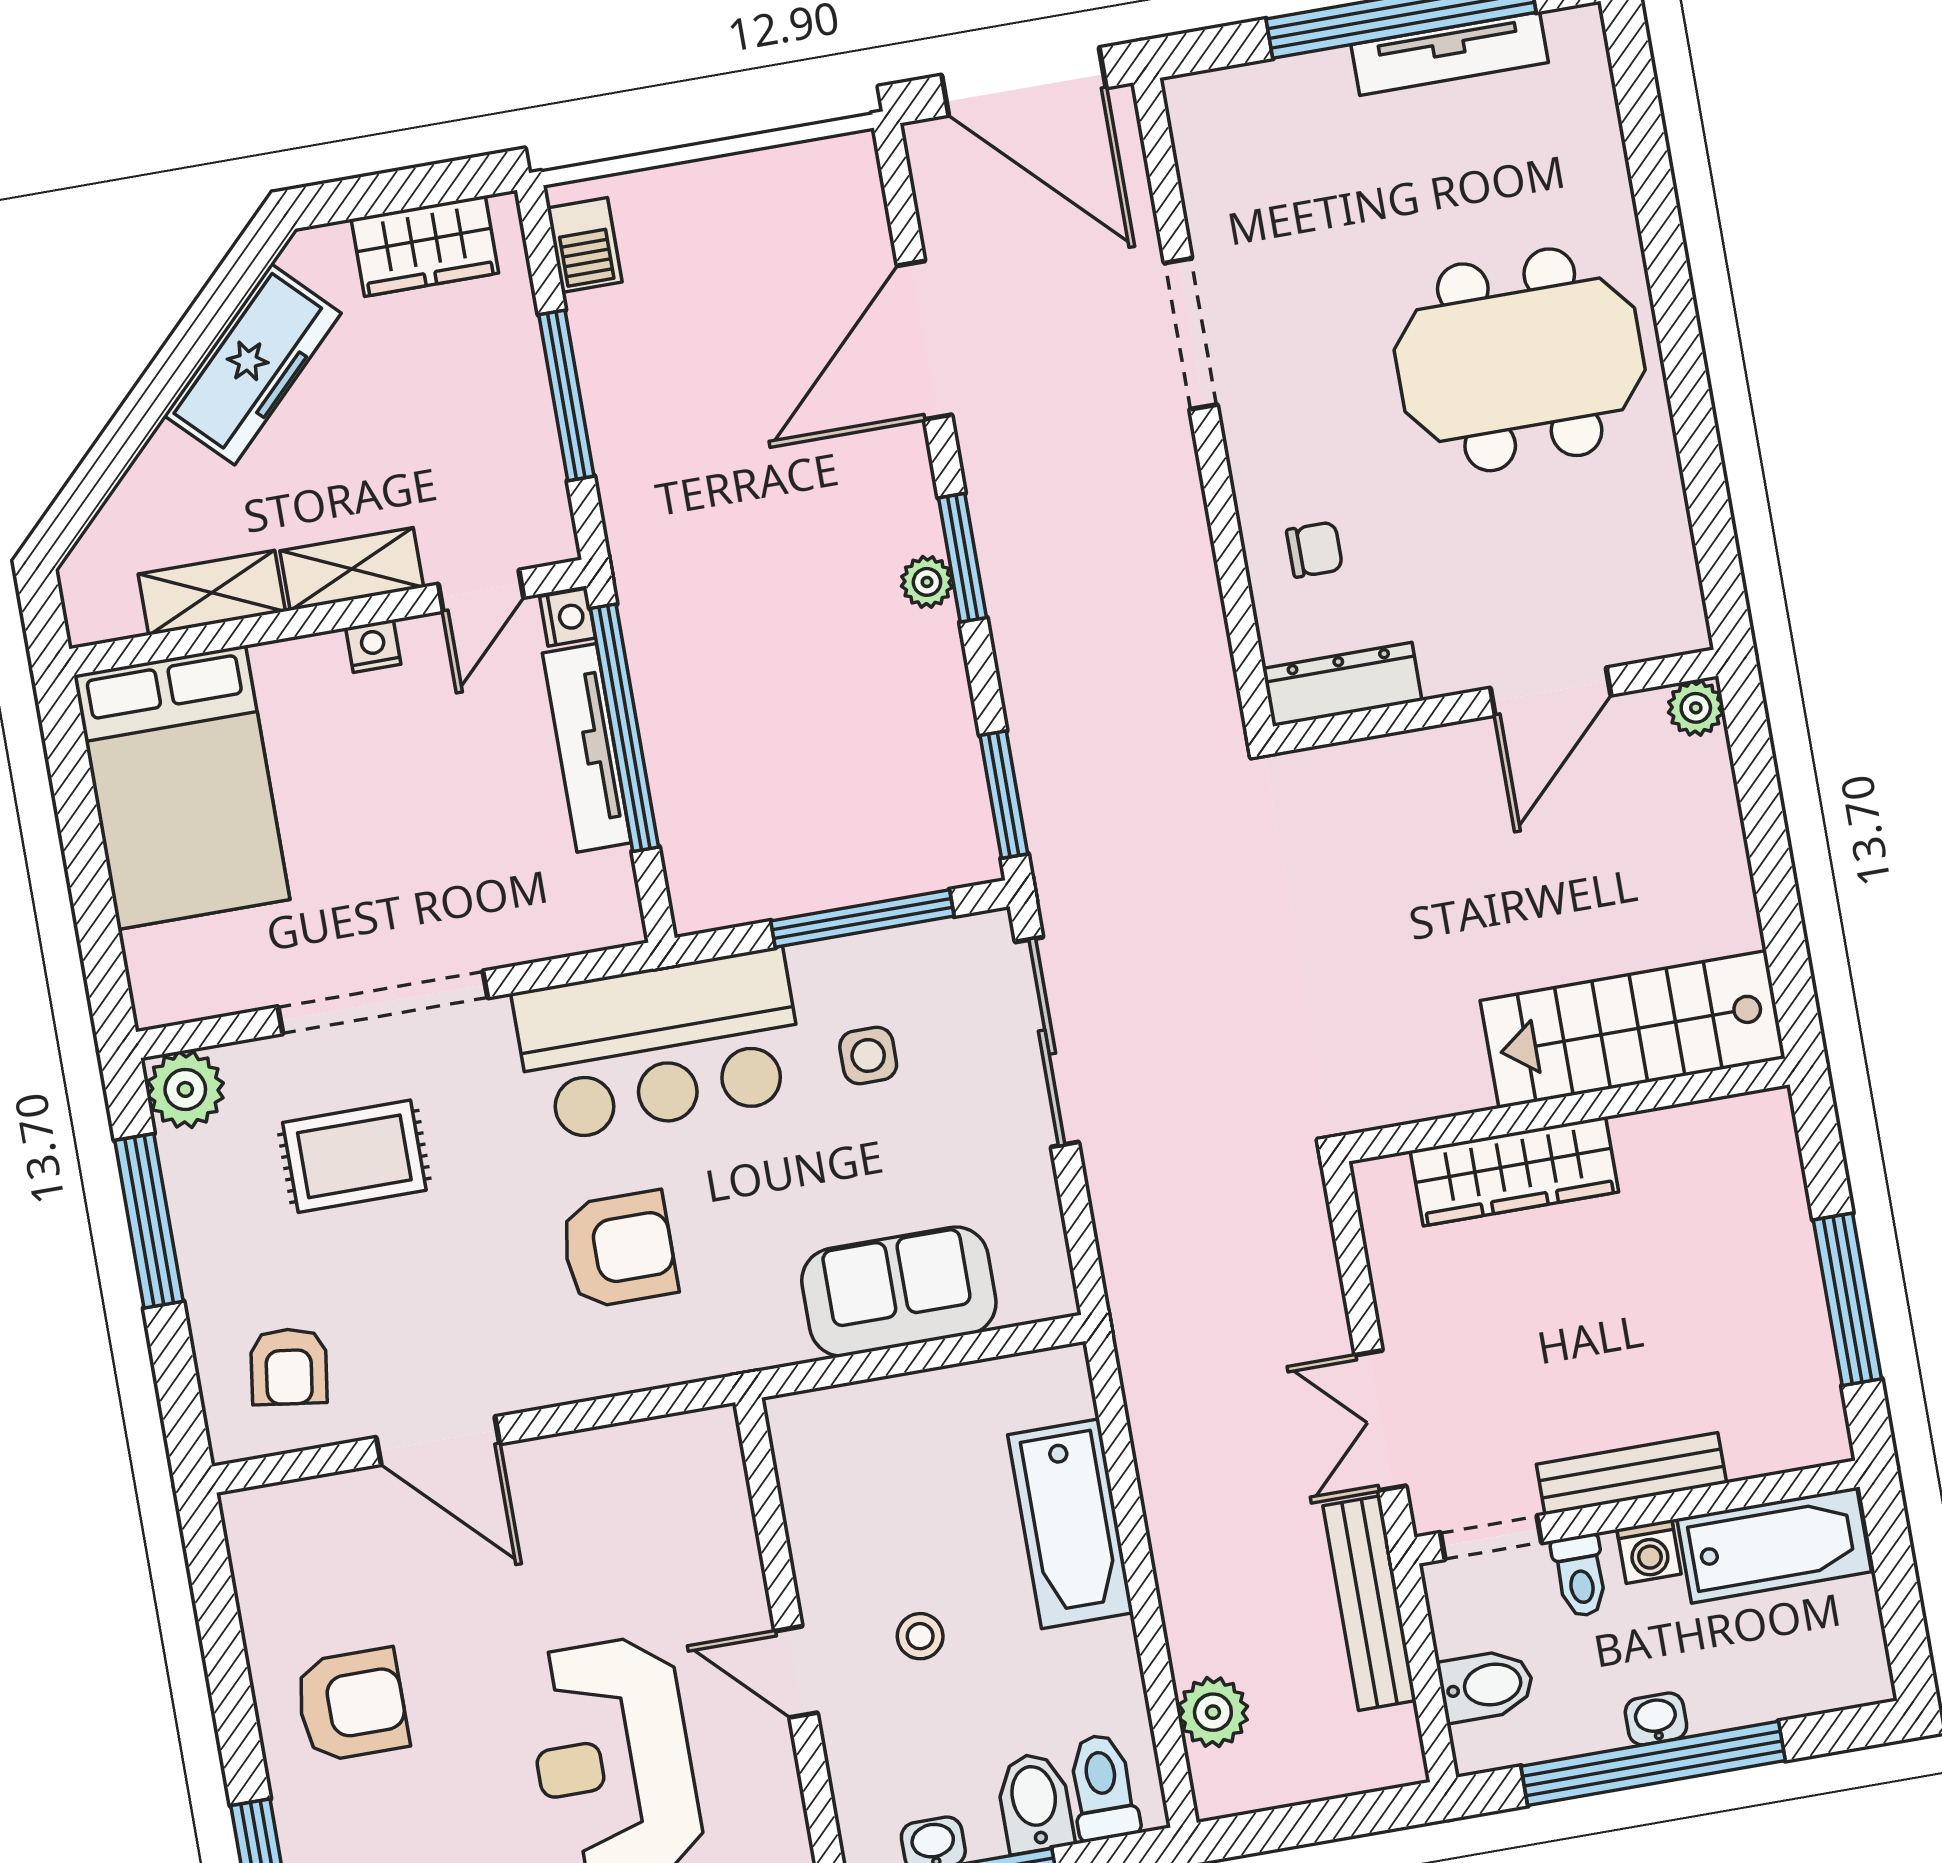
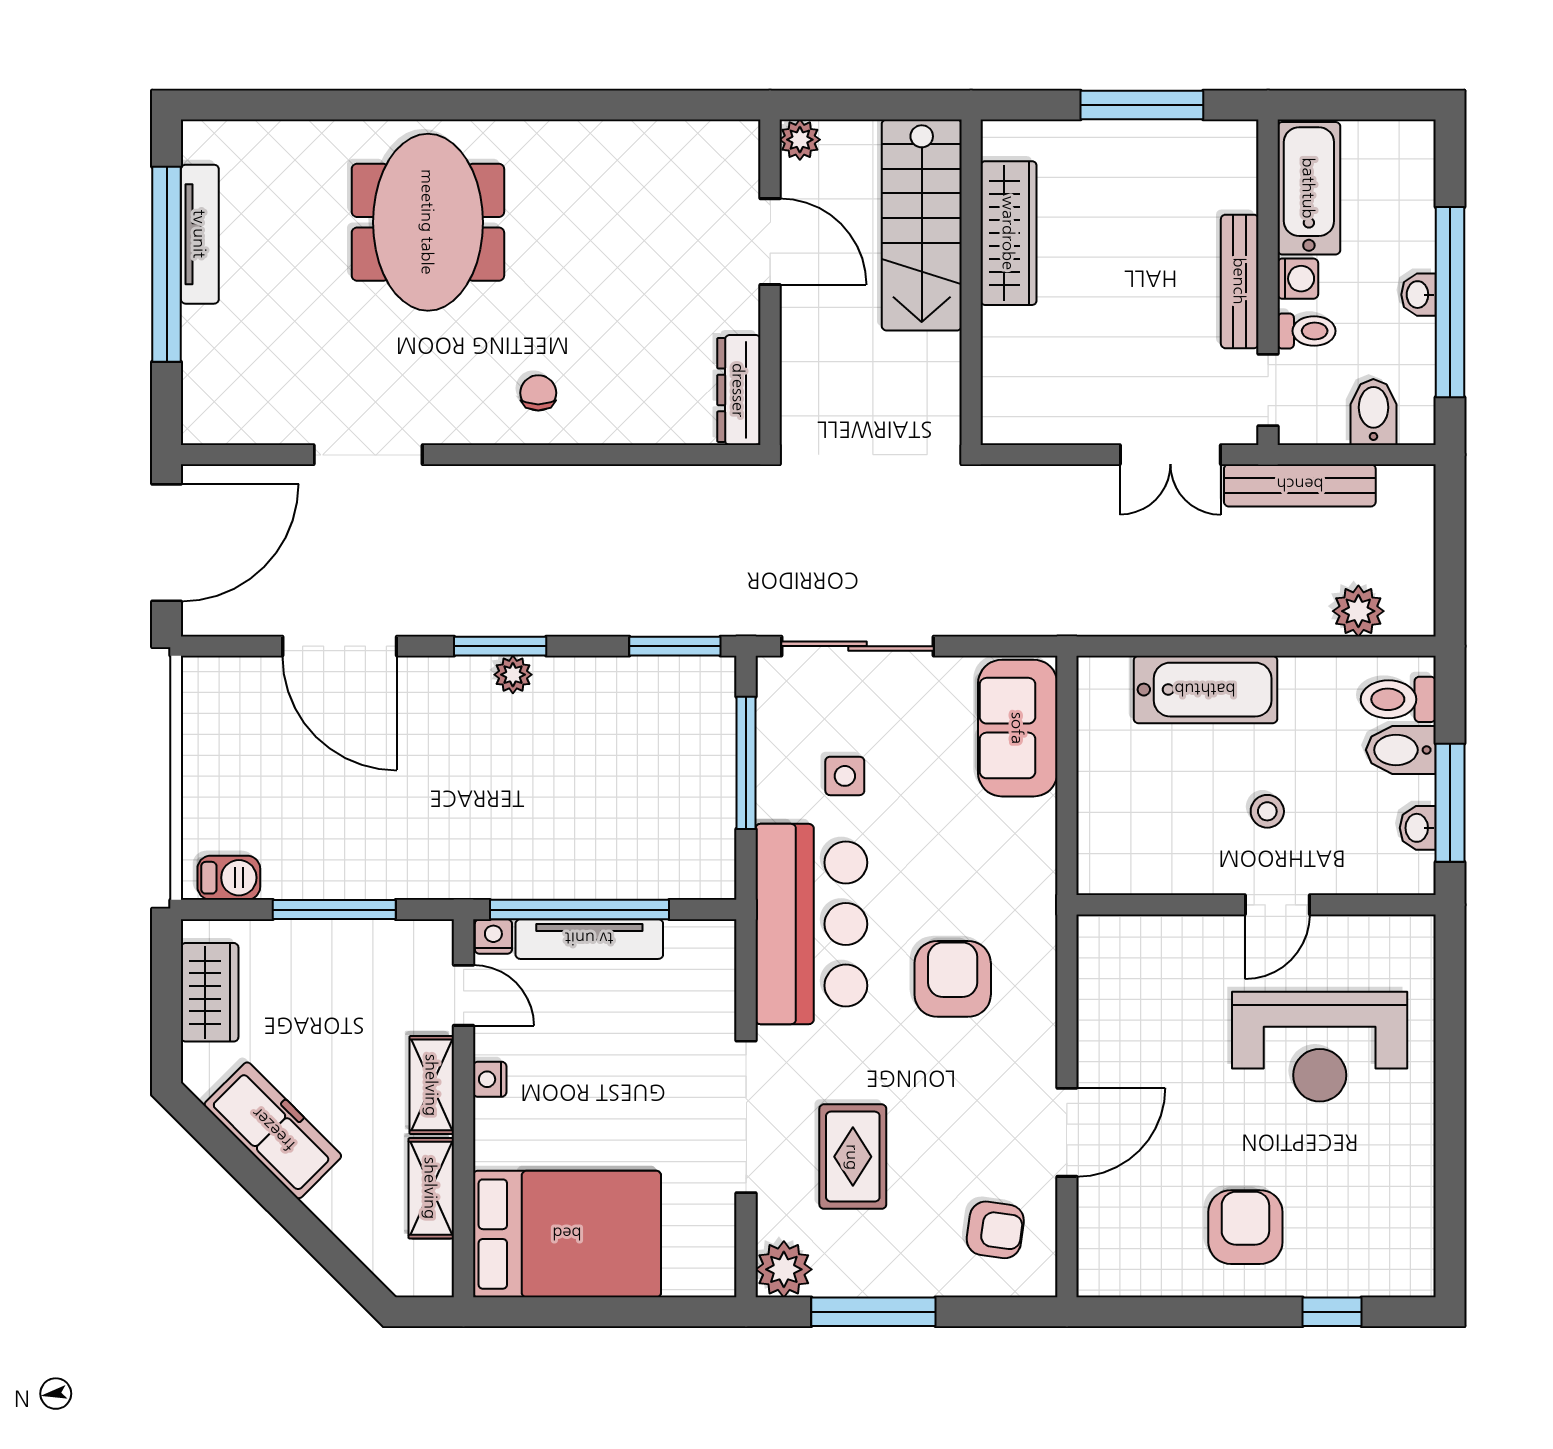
dresser: (1342, 684) -> (739, 390), moved
door: (1551, 692) -> (770, 242), moved
wall: (1496, 701) -> (770, 282), moved
plant: (1696, 708) -> (800, 140), moved
wardrobe: (1514, 1171) -> (1009, 233), moved
sofa: (899, 1292) -> (1018, 728), moved

